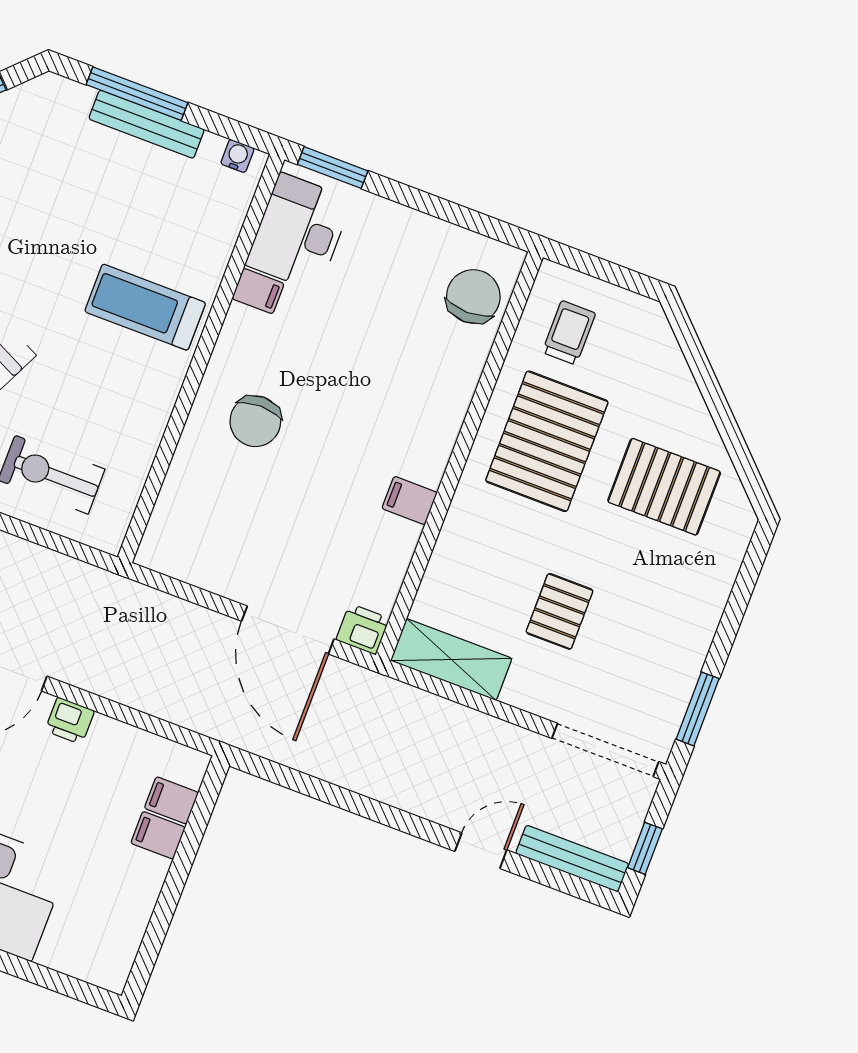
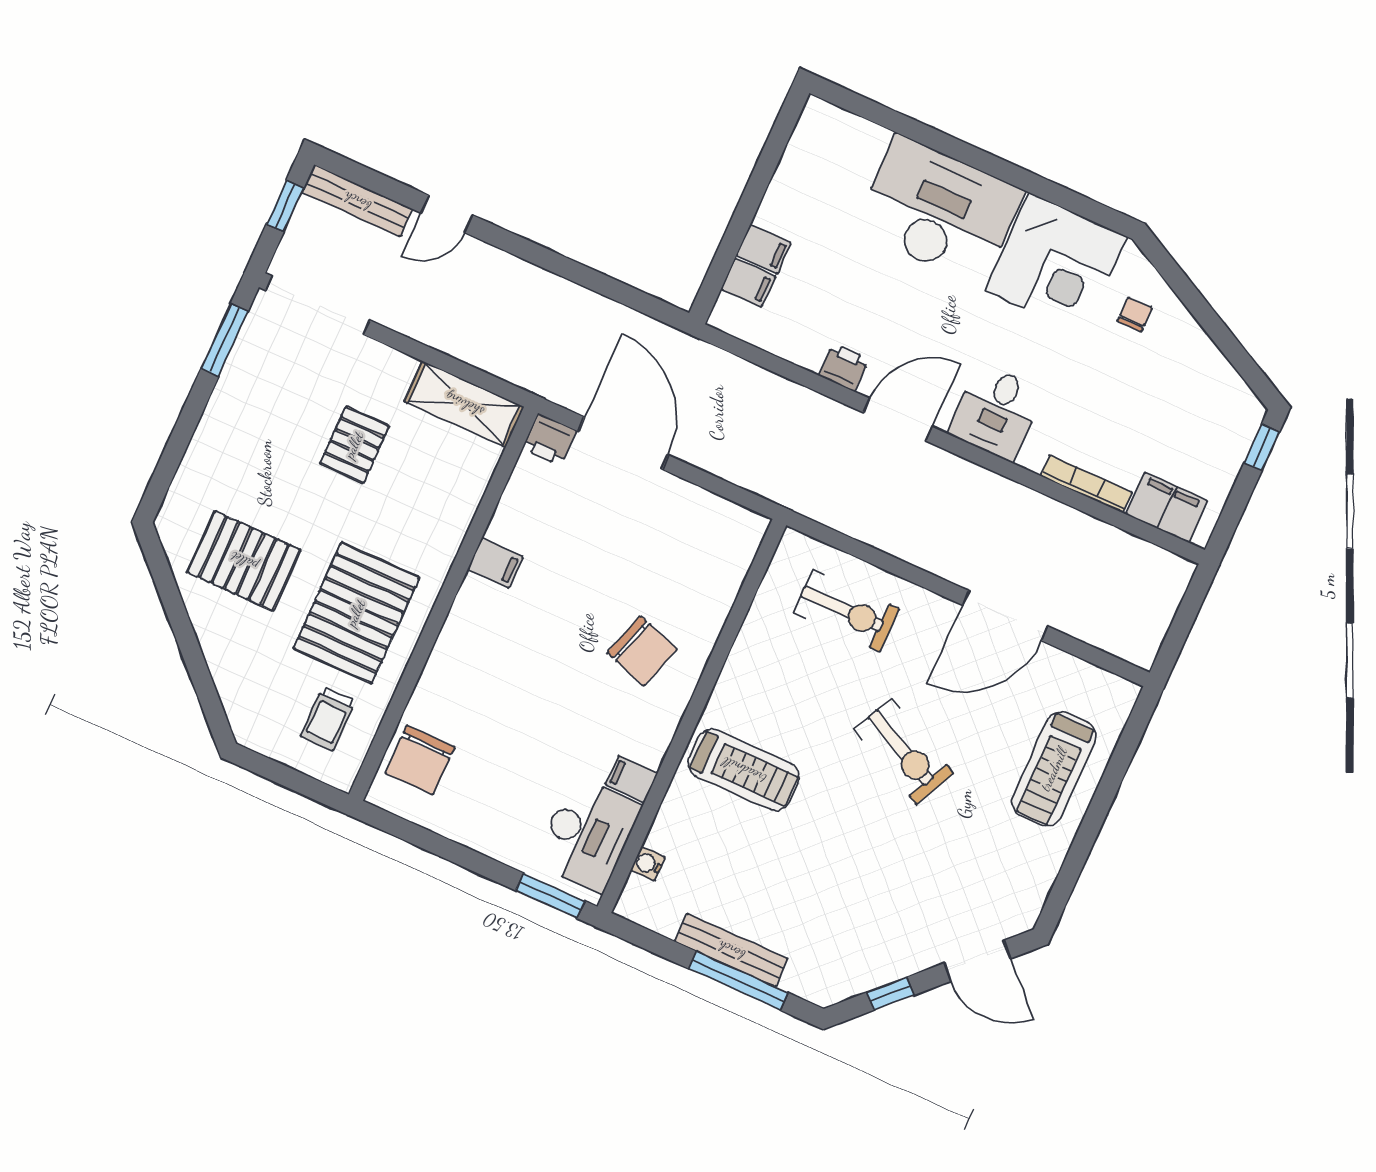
water cooler: (237, 156) -> (648, 864), moved, turned 90
chair: (255, 421) -> (642, 651), turned 108

